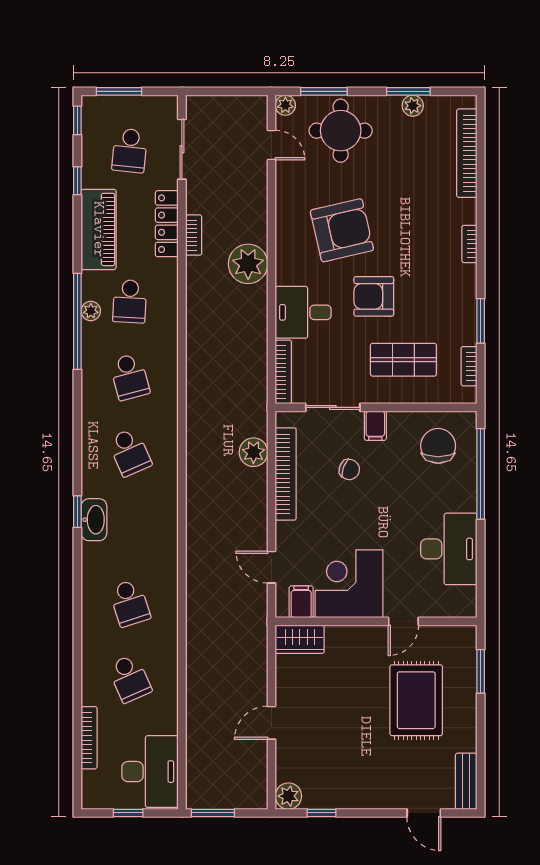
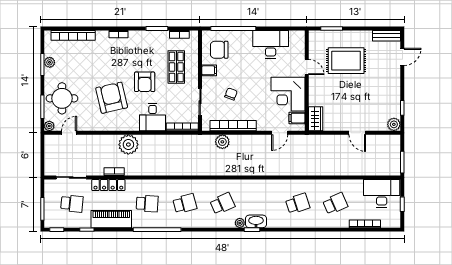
plant: (91, 311) -> (240, 223), moved
filing cabinet: (375, 426) -> (209, 70), moved

